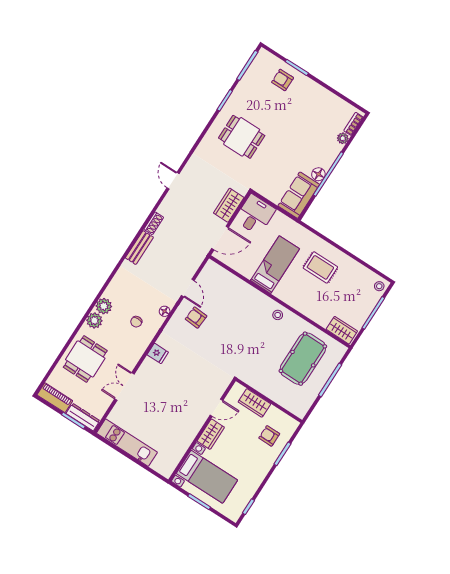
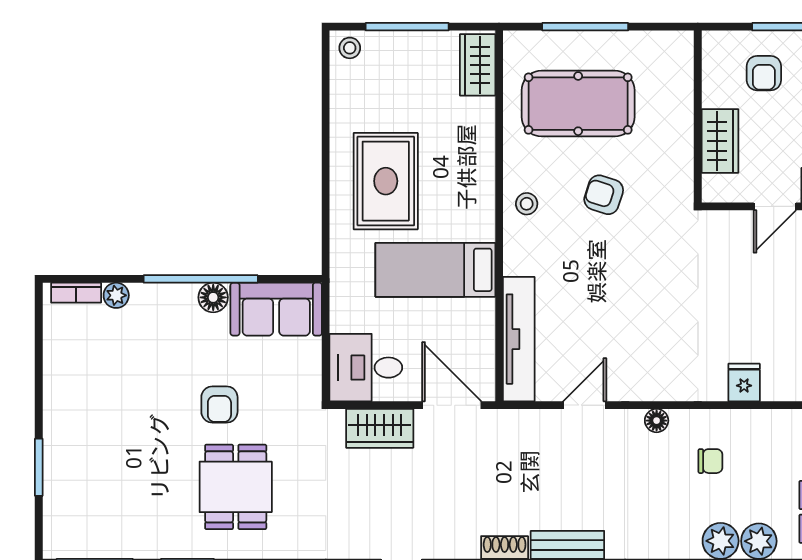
armchair: (283, 80) -> (219, 404), moved
rug: (320, 267) -> (386, 181), width x1.36, depth x1.43
tv unit: (229, 279) -> (519, 339), added
armchair: (196, 317) -> (604, 195), moved, turned 104
door: (216, 408) -> (775, 206), swing flipped

